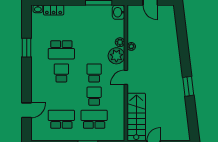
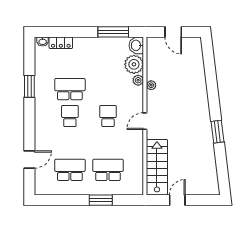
school desk: (61, 50) -> (70, 89), turned 180
plant: (116, 56) -> (134, 64), moved
school desk: (94, 96) -> (108, 143), removed

